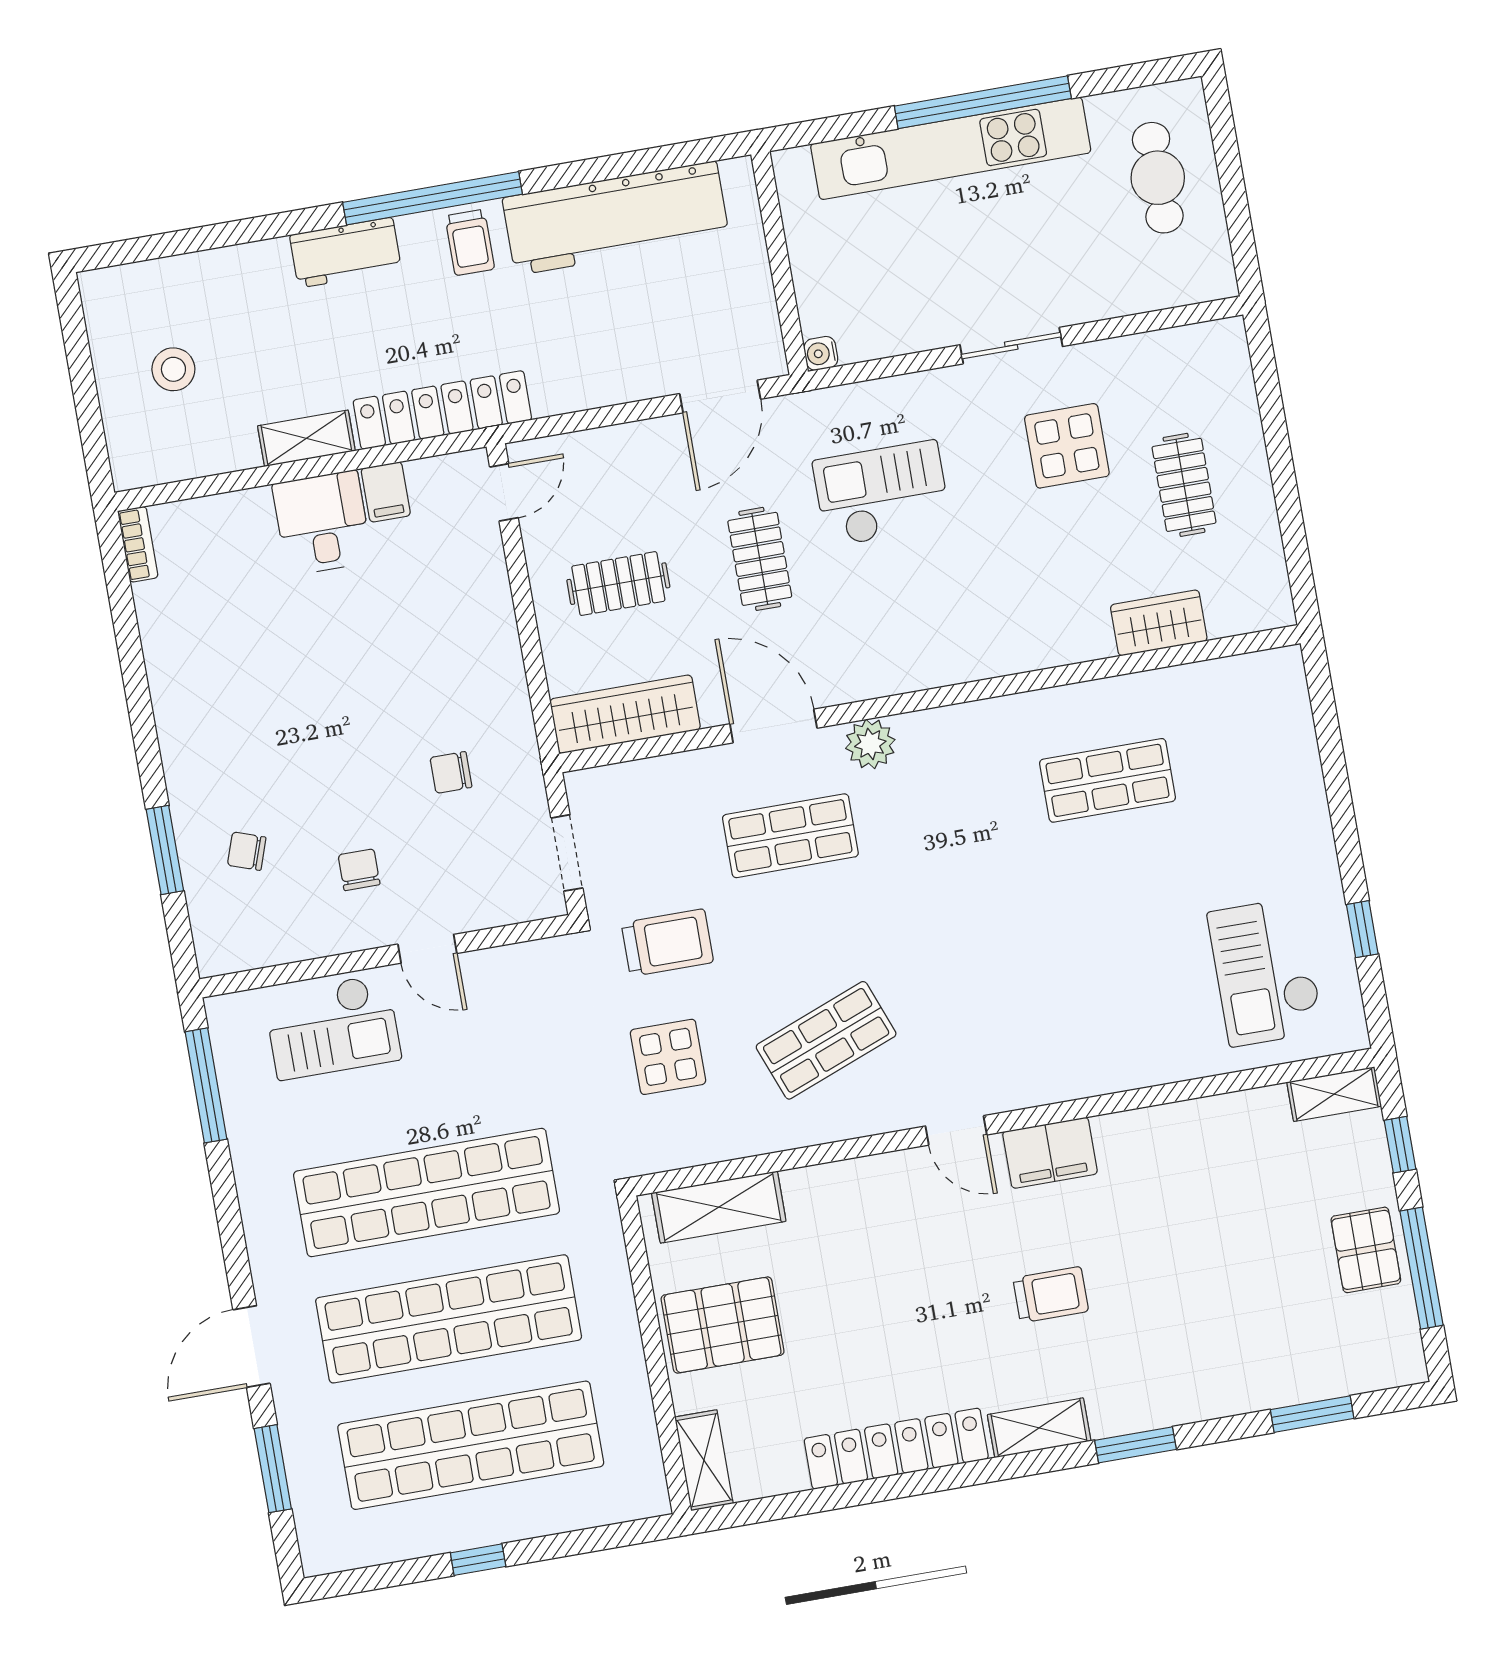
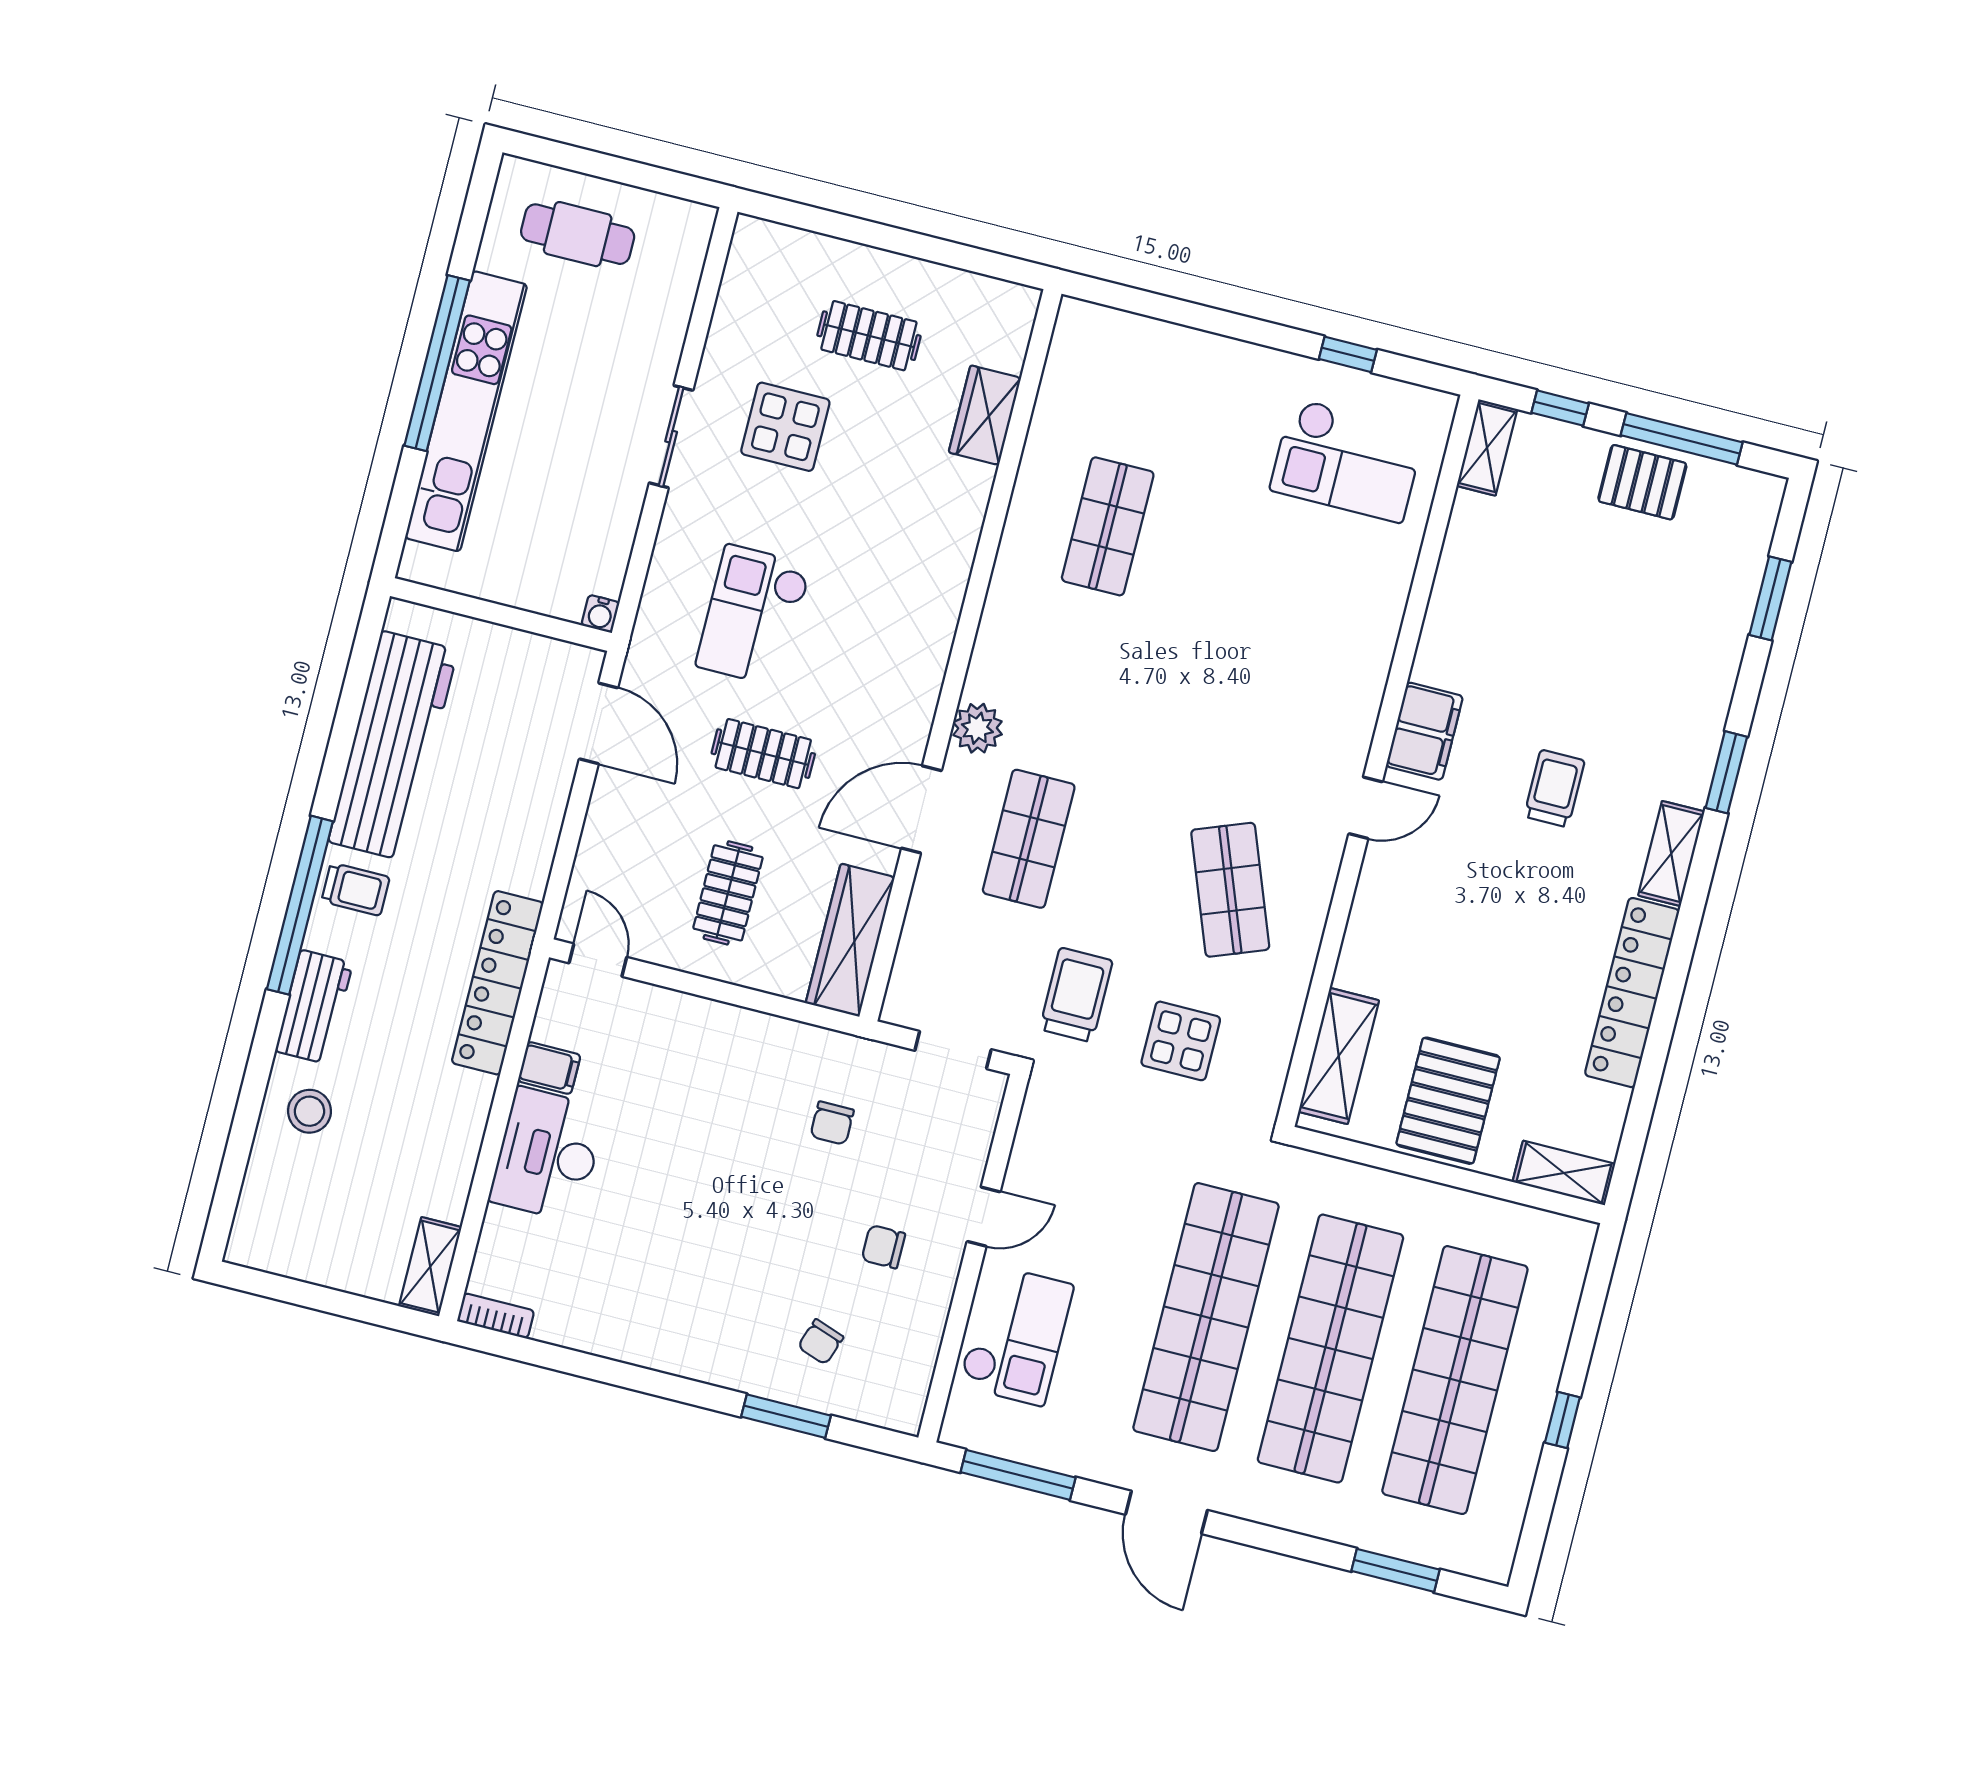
stool: (173, 369) -> (309, 1111), moved
shelving: (306, 438) -> (430, 1267), moved
desk: (322, 523) -> (547, 1154), width x1.37
door: (252, 1346) -> (1166, 1512), moved

